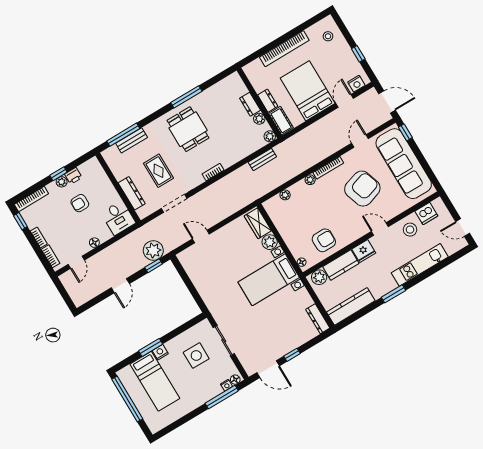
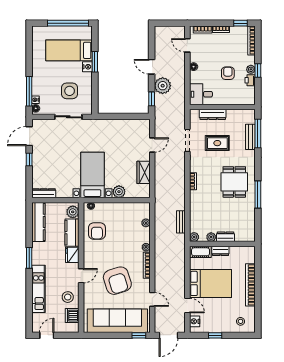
dining table: (188, 129) -> (234, 182), turned 90
wardrobe: (258, 223) -> (144, 172), moved, turned -90
plant: (153, 250) -> (163, 86), moved

